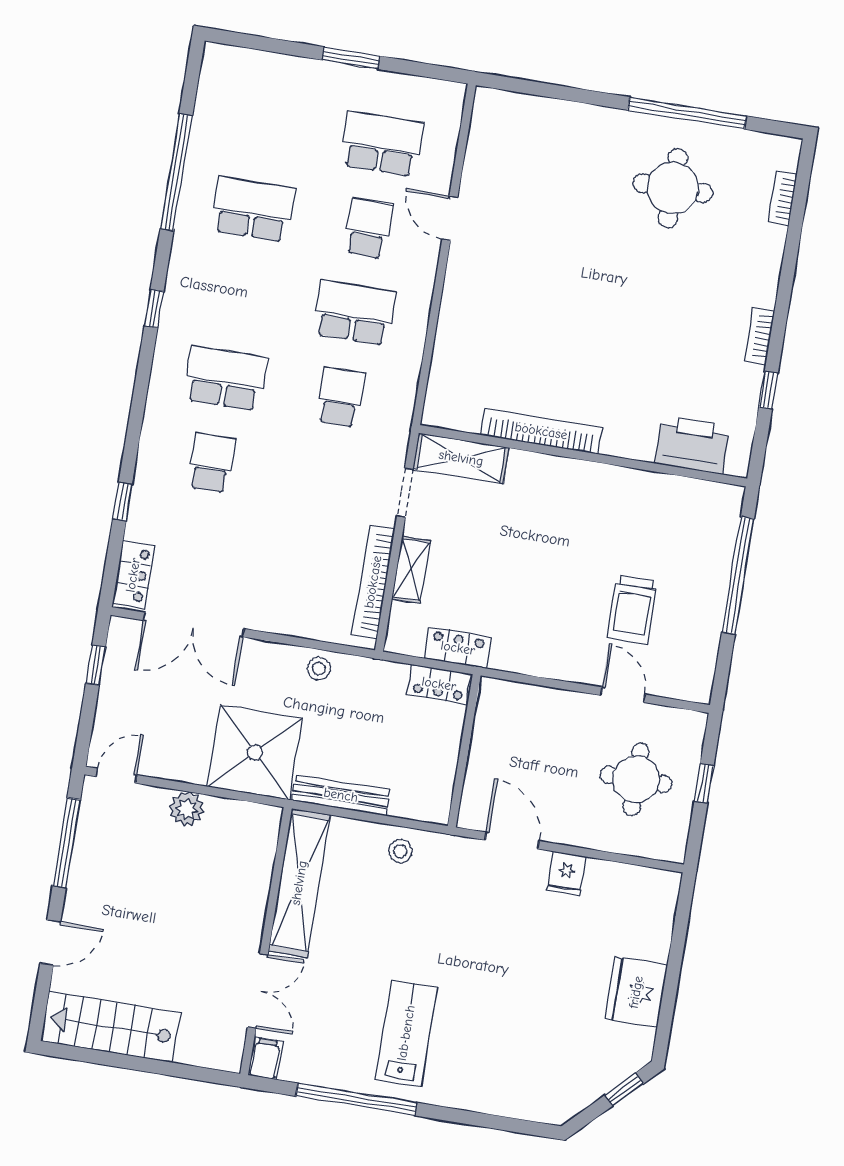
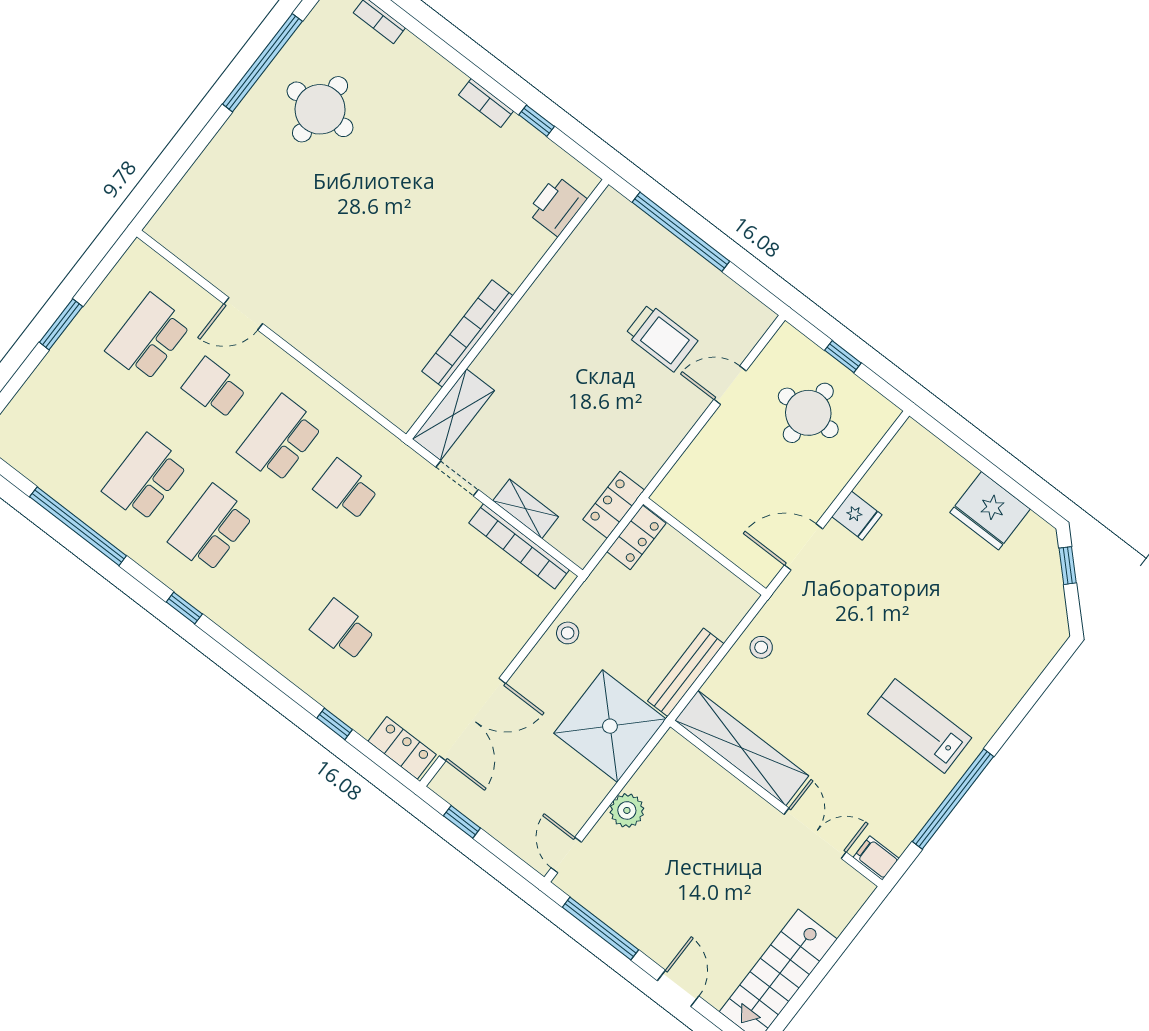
school desk: (225, 378) -> (211, 528), moved
printer: (692, 445) -> (557, 206), width x0.73, depth x0.84

